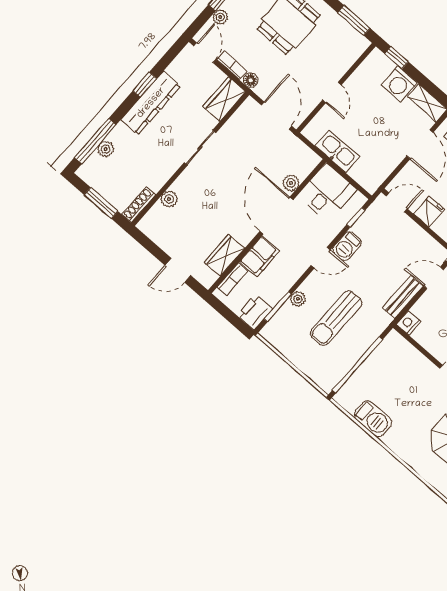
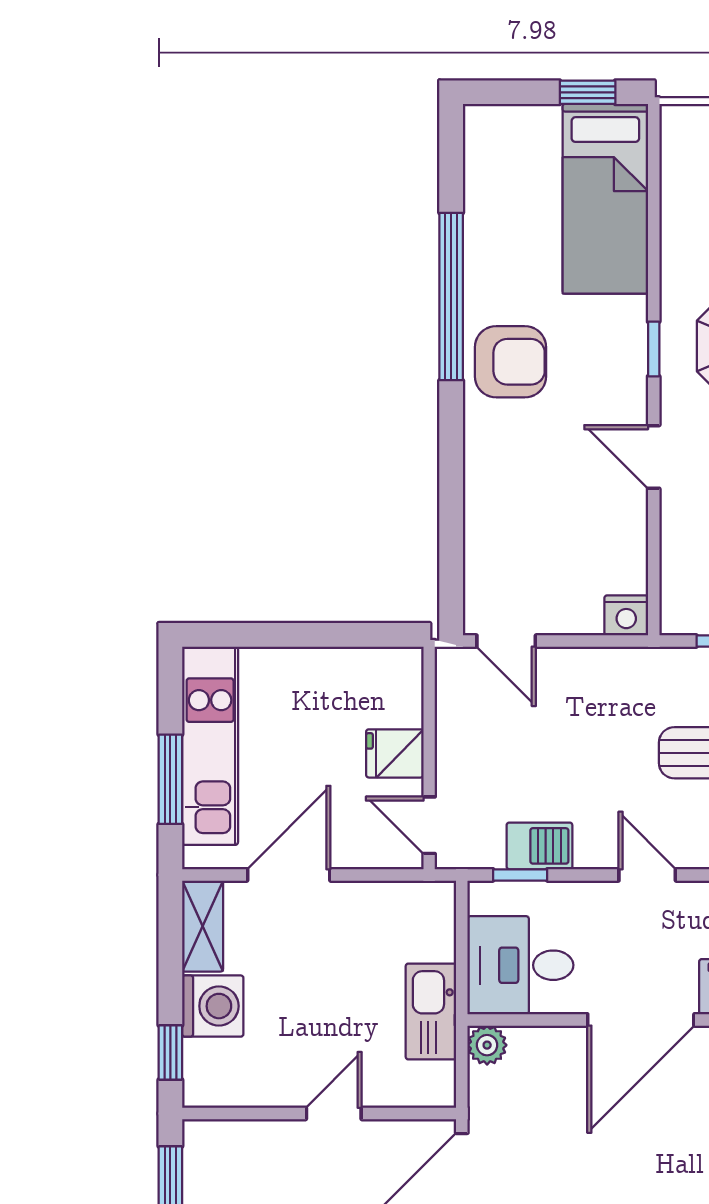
plant: (291, 183) -> (487, 1045), moved
barbecue: (347, 246) -> (539, 846), moved
bench: (403, 297) -> (589, 666), removed

